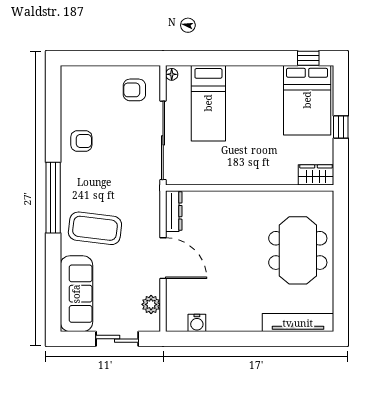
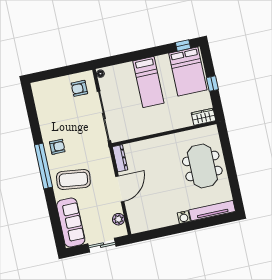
bed: (208, 103) -> (148, 82), moved
armchair: (81, 141) -> (57, 147), moved
door: (163, 258) -> (120, 189), hinge flipped
water cooler: (197, 323) -> (184, 217), moved

